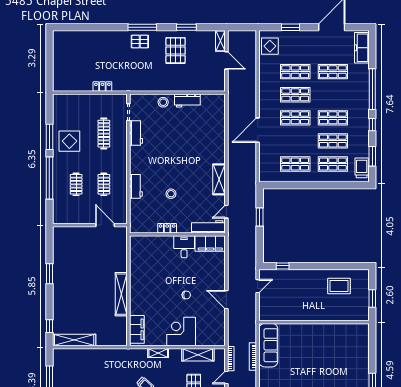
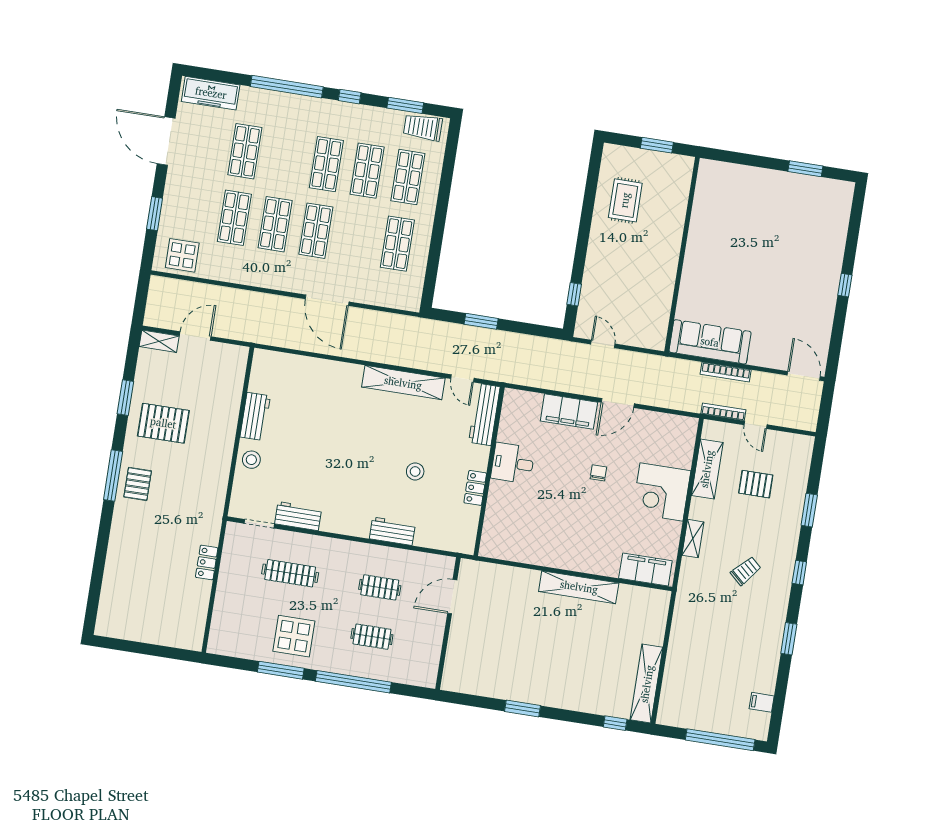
shelving: (219, 179) -> (403, 383), width x1.47
filing cabinet: (210, 244) -> (569, 412), moved, turned 90

